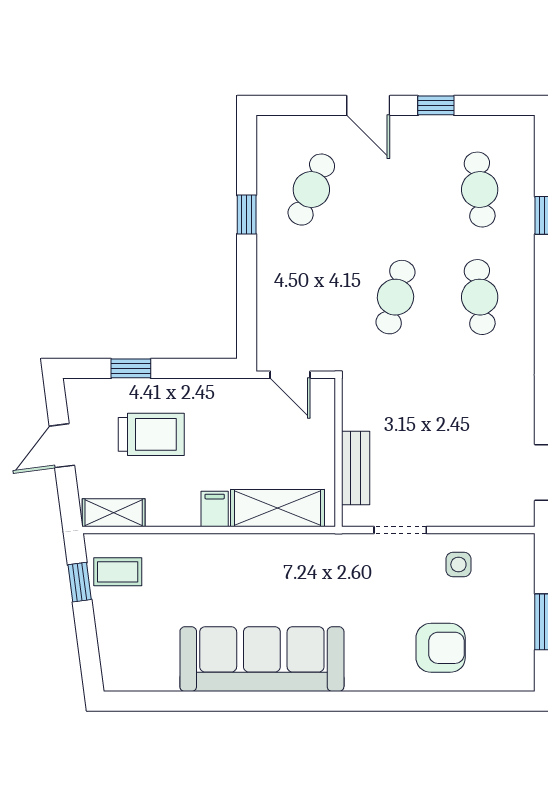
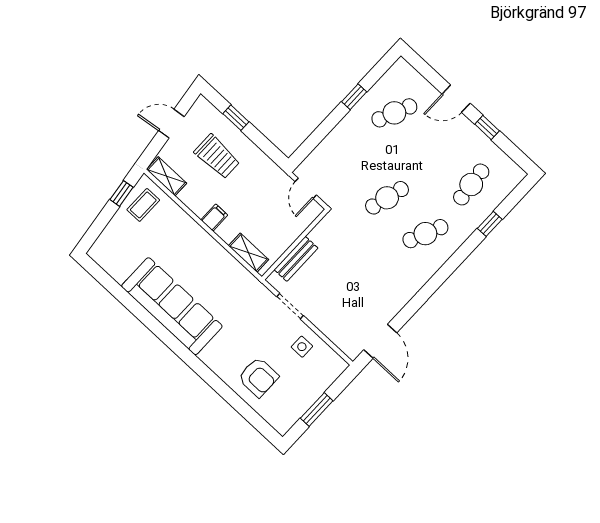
door: (368, 105) -> (456, 99), hinge flipped
cafe table: (480, 297) -> (425, 234), turned 30
shelving: (278, 508) -> (248, 253), width x0.67, depth x0.75
coffee table: (118, 572) -> (143, 205), turned 90

